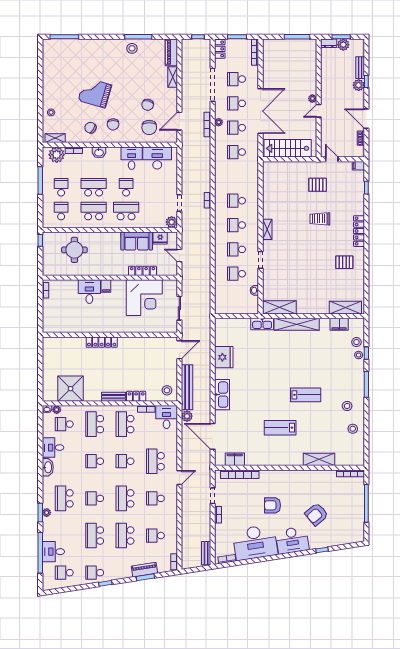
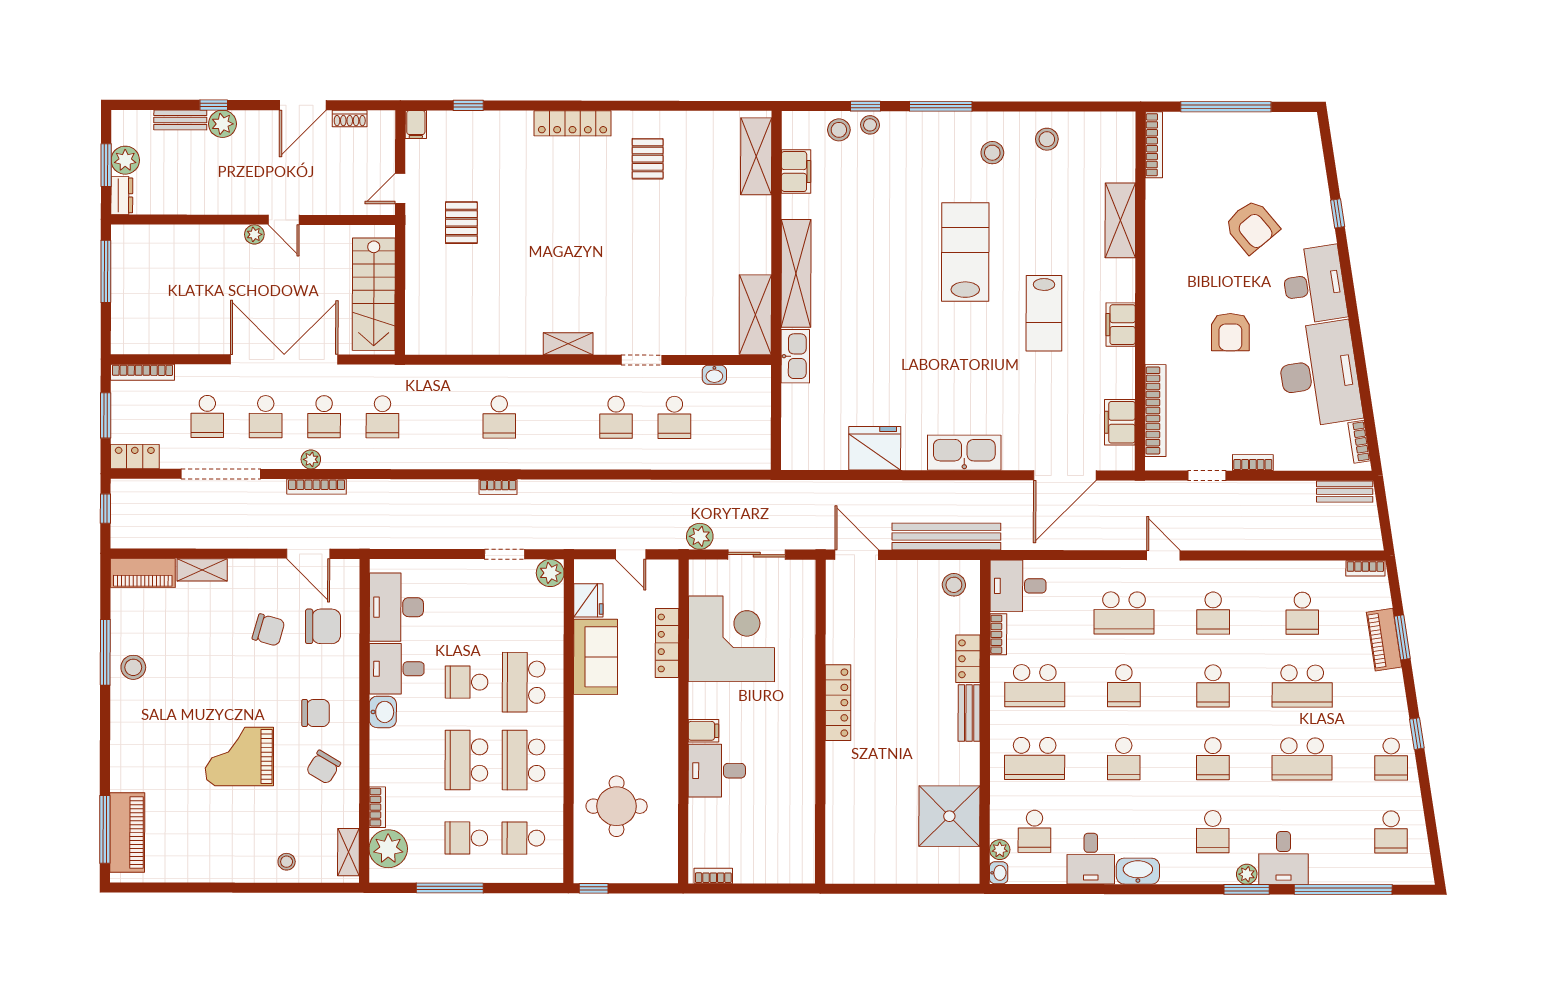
piano: (63, 46) -> (127, 832), added
grand piano: (95, 93) -> (239, 756), turned 74
washbasin: (99, 152) -> (383, 712), moved
trolley: (320, 219) -> (543, 217), removed
school desk: (237, 225) -> (558, 417), removed
door: (179, 256) -> (631, 554), hinge flipped
locker: (102, 342) -> (838, 703), moved
lab bench: (306, 395) -> (965, 252), width x1.36, depth x1.39
plant: (187, 416) -> (700, 536), moved
filing cabinet: (276, 460) -> (1121, 325), added
school desk: (64, 498) -> (1213, 832), width x0.54
school desk: (125, 498) -> (1213, 686), width x0.54
desk: (53, 552) -> (1283, 858), moved

